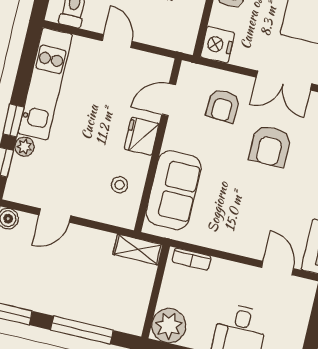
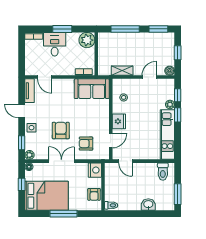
door: (117, 41) -> (125, 161), moved
armchair: (223, 106) -> (86, 144), turned -92
sofa: (174, 190) -> (92, 89), moved, turned -90
shelving: (138, 250) -> (122, 71), moved

